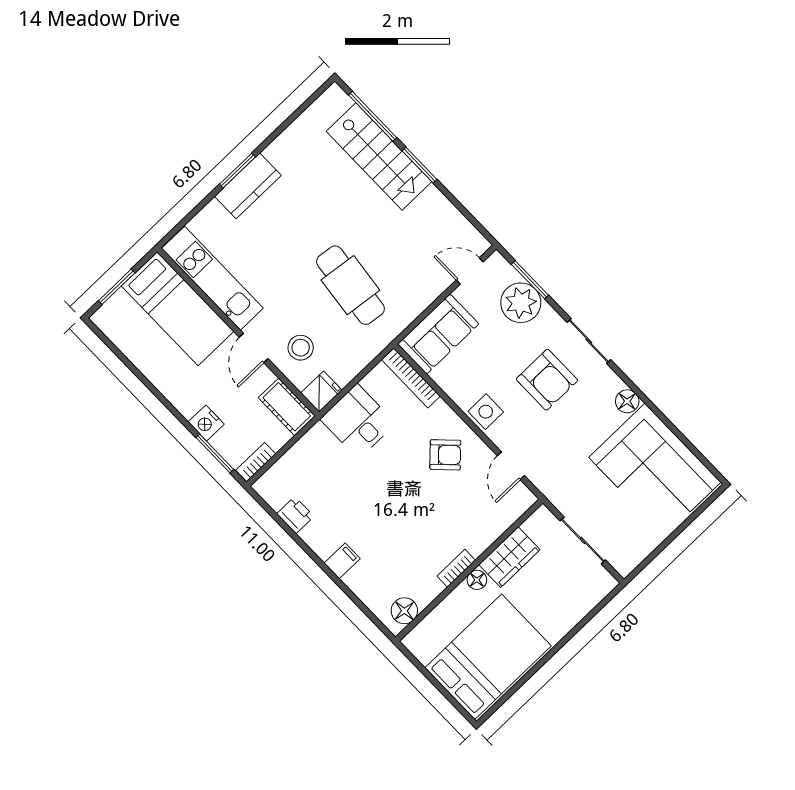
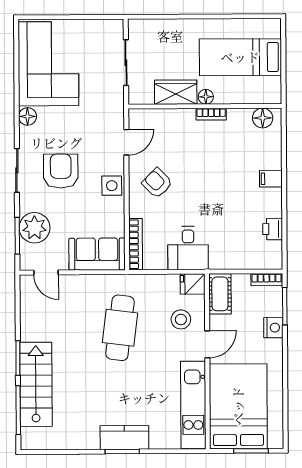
bed: (178, 309) -> (238, 406), width x1.50
bed: (488, 657) -> (240, 57), width x0.67

